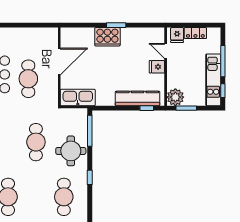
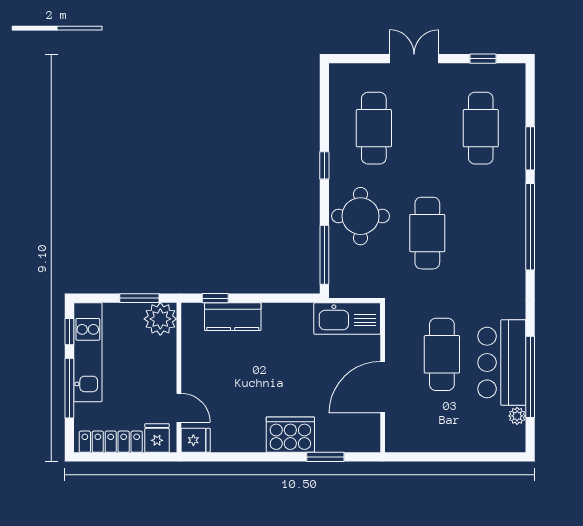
window: (116, 25) -> (325, 457), moved
locker: (195, 33) -> (111, 442), width x1.53
fridge: (157, 67) -> (196, 440), moved
kitchen counter: (138, 98) -> (233, 317), width x0.67

